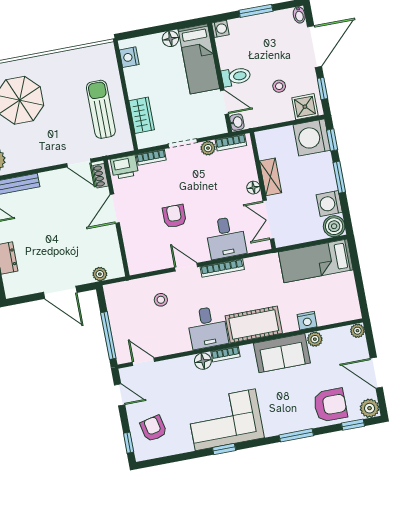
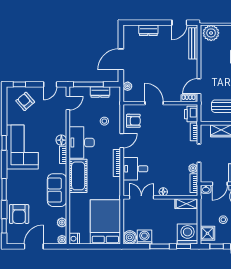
shelving: (270, 177) -> (186, 204), moved
door: (115, 209) -> (154, 103), moved
armchair: (174, 216) -> (133, 121), moved
bed: (316, 261) -> (105, 222), width x1.50
dresser: (117, 315) -> (100, 92), added
nightstand: (307, 321) -> (74, 239), moved
desk: (207, 328) -> (82, 143), width x1.37
plant: (315, 339) -> (62, 222), moved
plant: (370, 408) -> (13, 238), removed
armchair: (153, 429) -> (25, 101), turned -119

